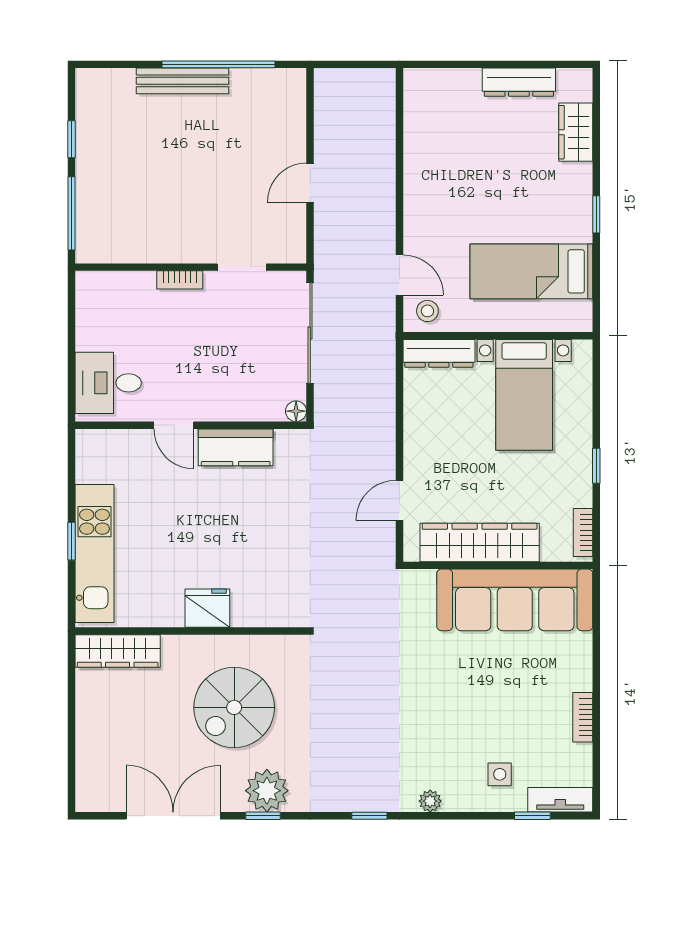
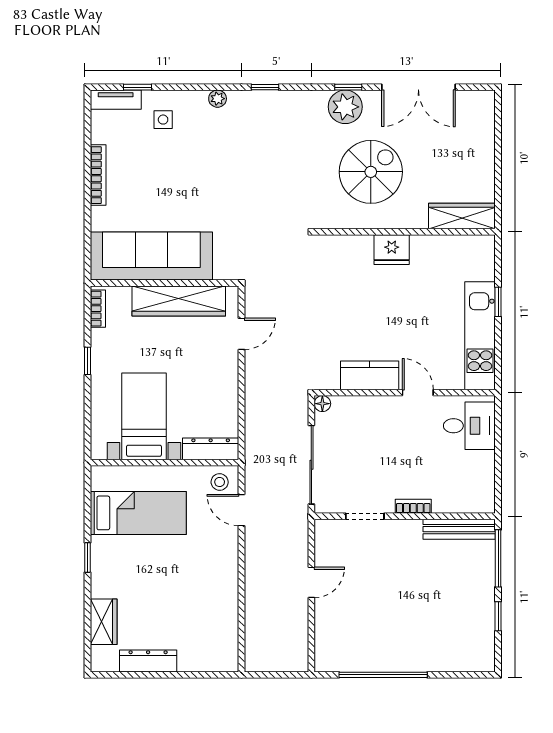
bench: (182, 81) -> (459, 529), moved
kitchen unit: (95, 553) -> (480, 336), moved
bookcase: (583, 717) -> (98, 175), width x1.56

